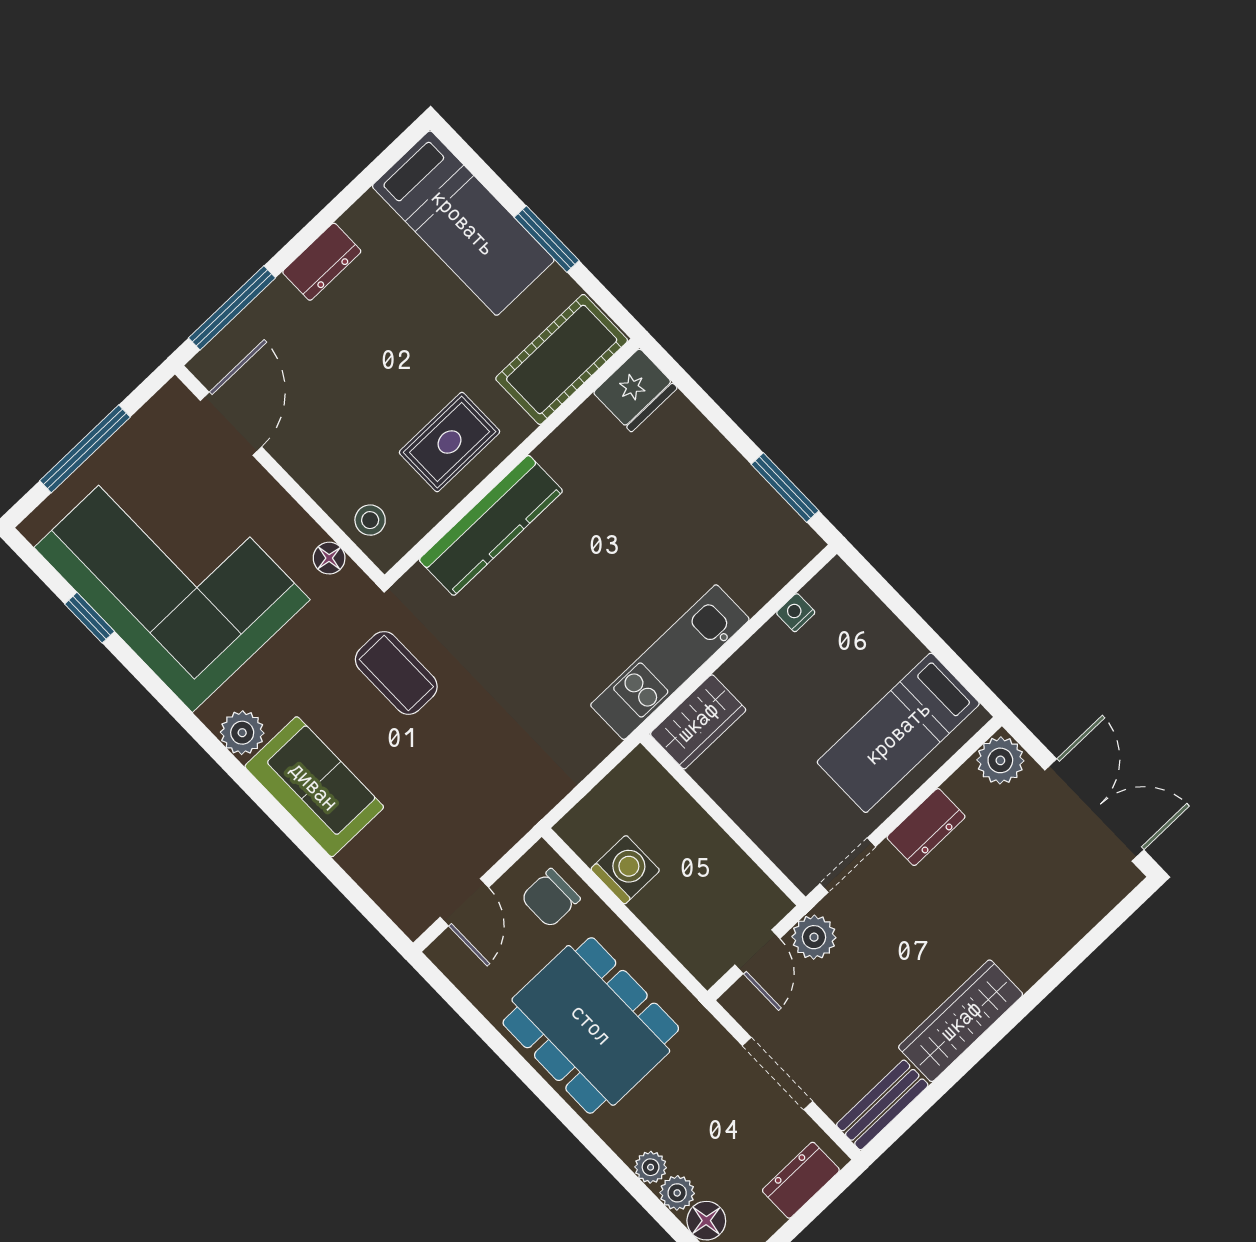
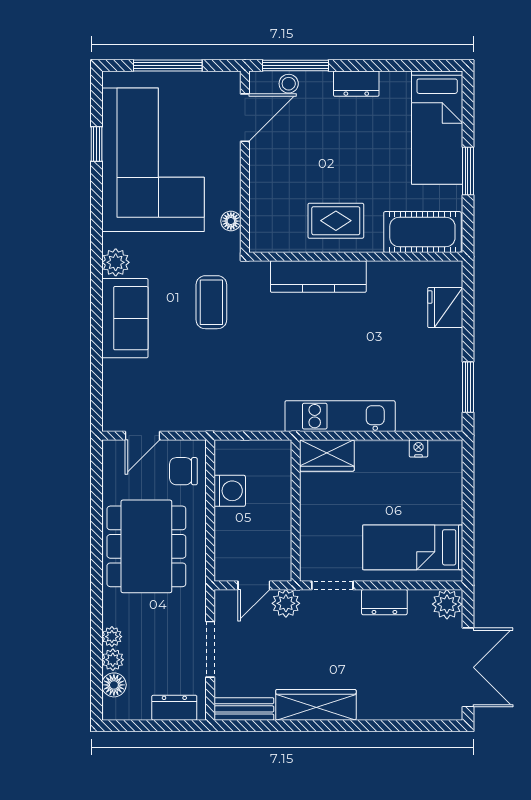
fridge: (635, 390) -> (445, 308), moved, turned 90
stool: (370, 520) -> (289, 84), moved

